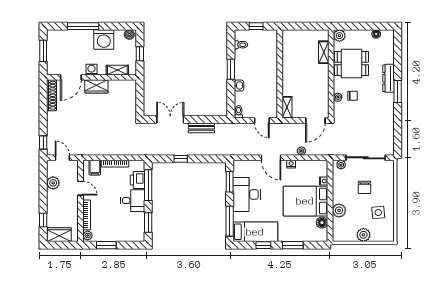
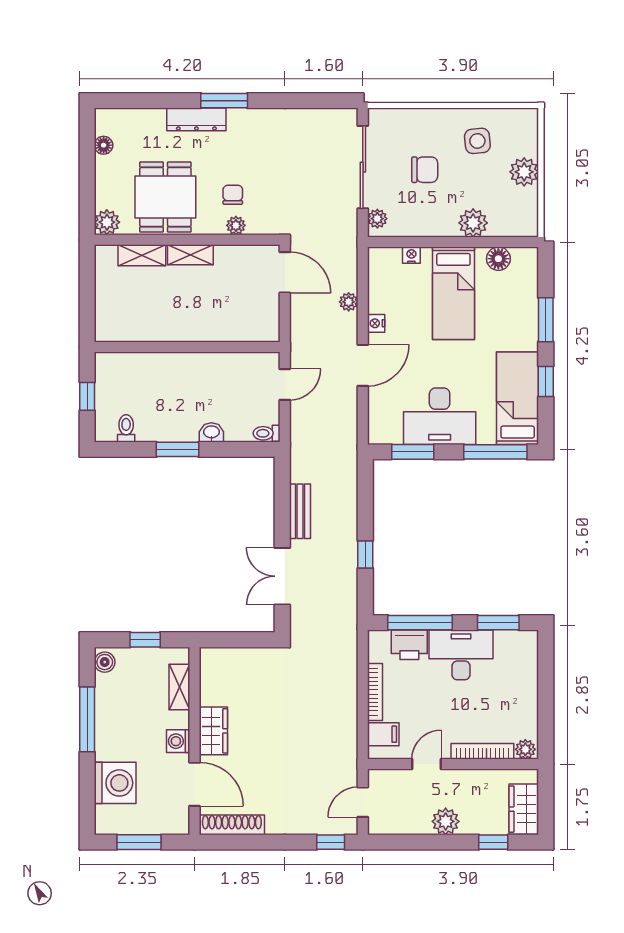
window: (83, 26) -> (87, 719), moved
washing machine: (104, 40) -> (115, 783), moved
shelving: (287, 107) -> (190, 255), moved
plant: (53, 183) -> (446, 821), moved
desk: (133, 201) -> (461, 655), width x1.37
bed: (305, 201) -> (453, 293), width x0.67
window: (106, 245) -> (546, 710), removed

